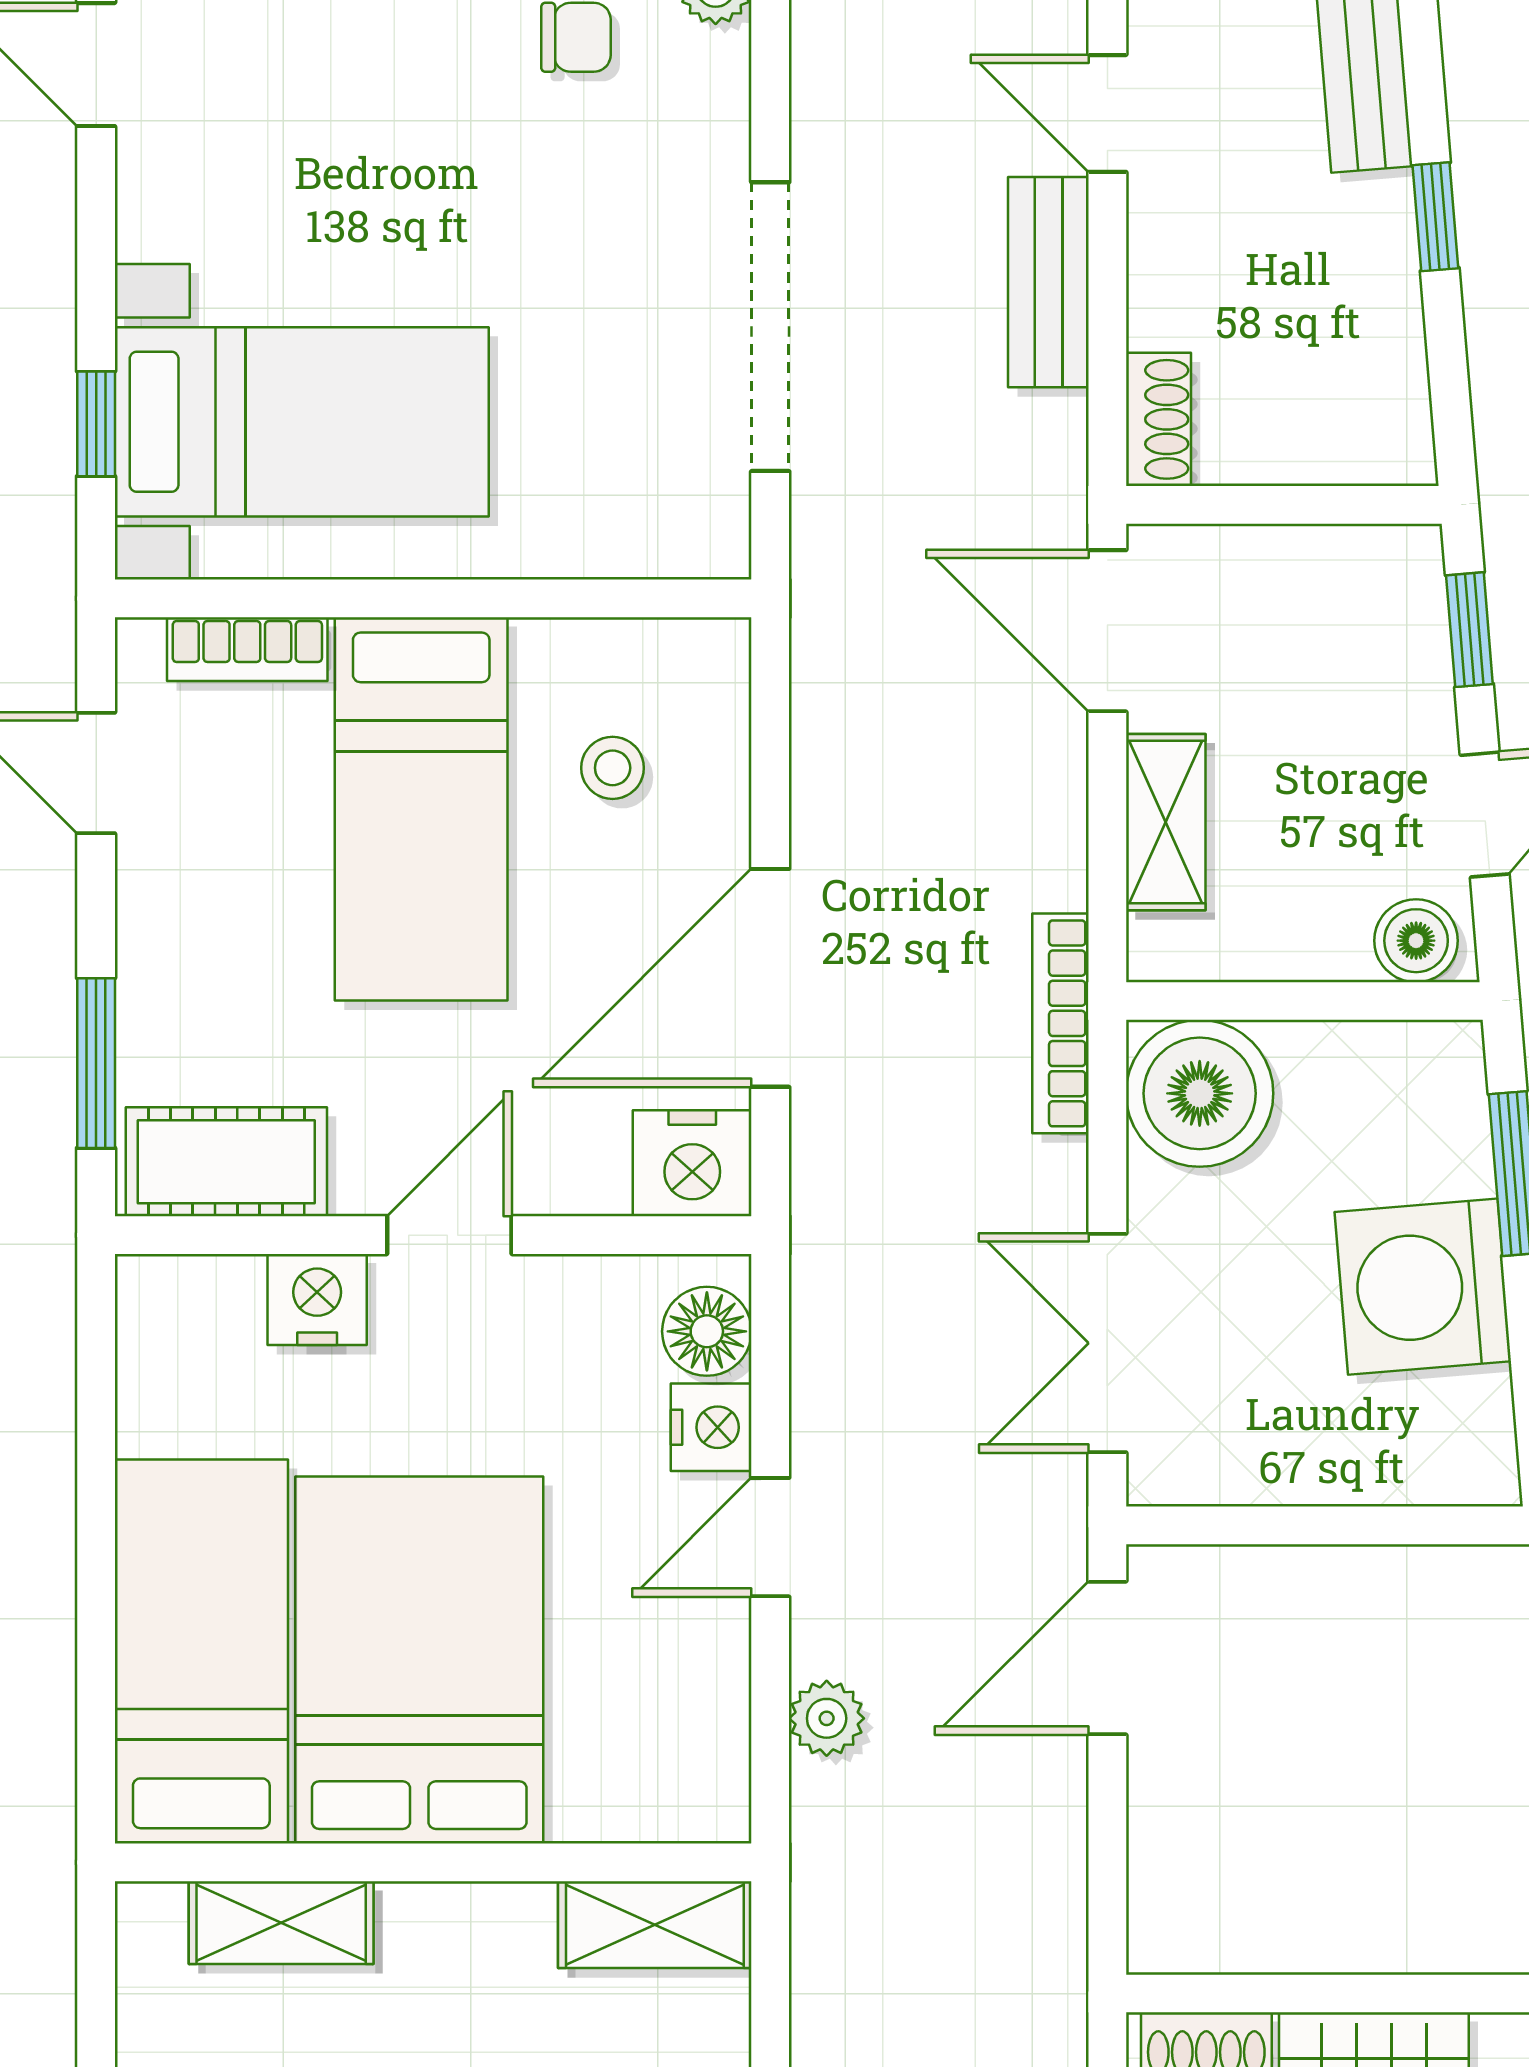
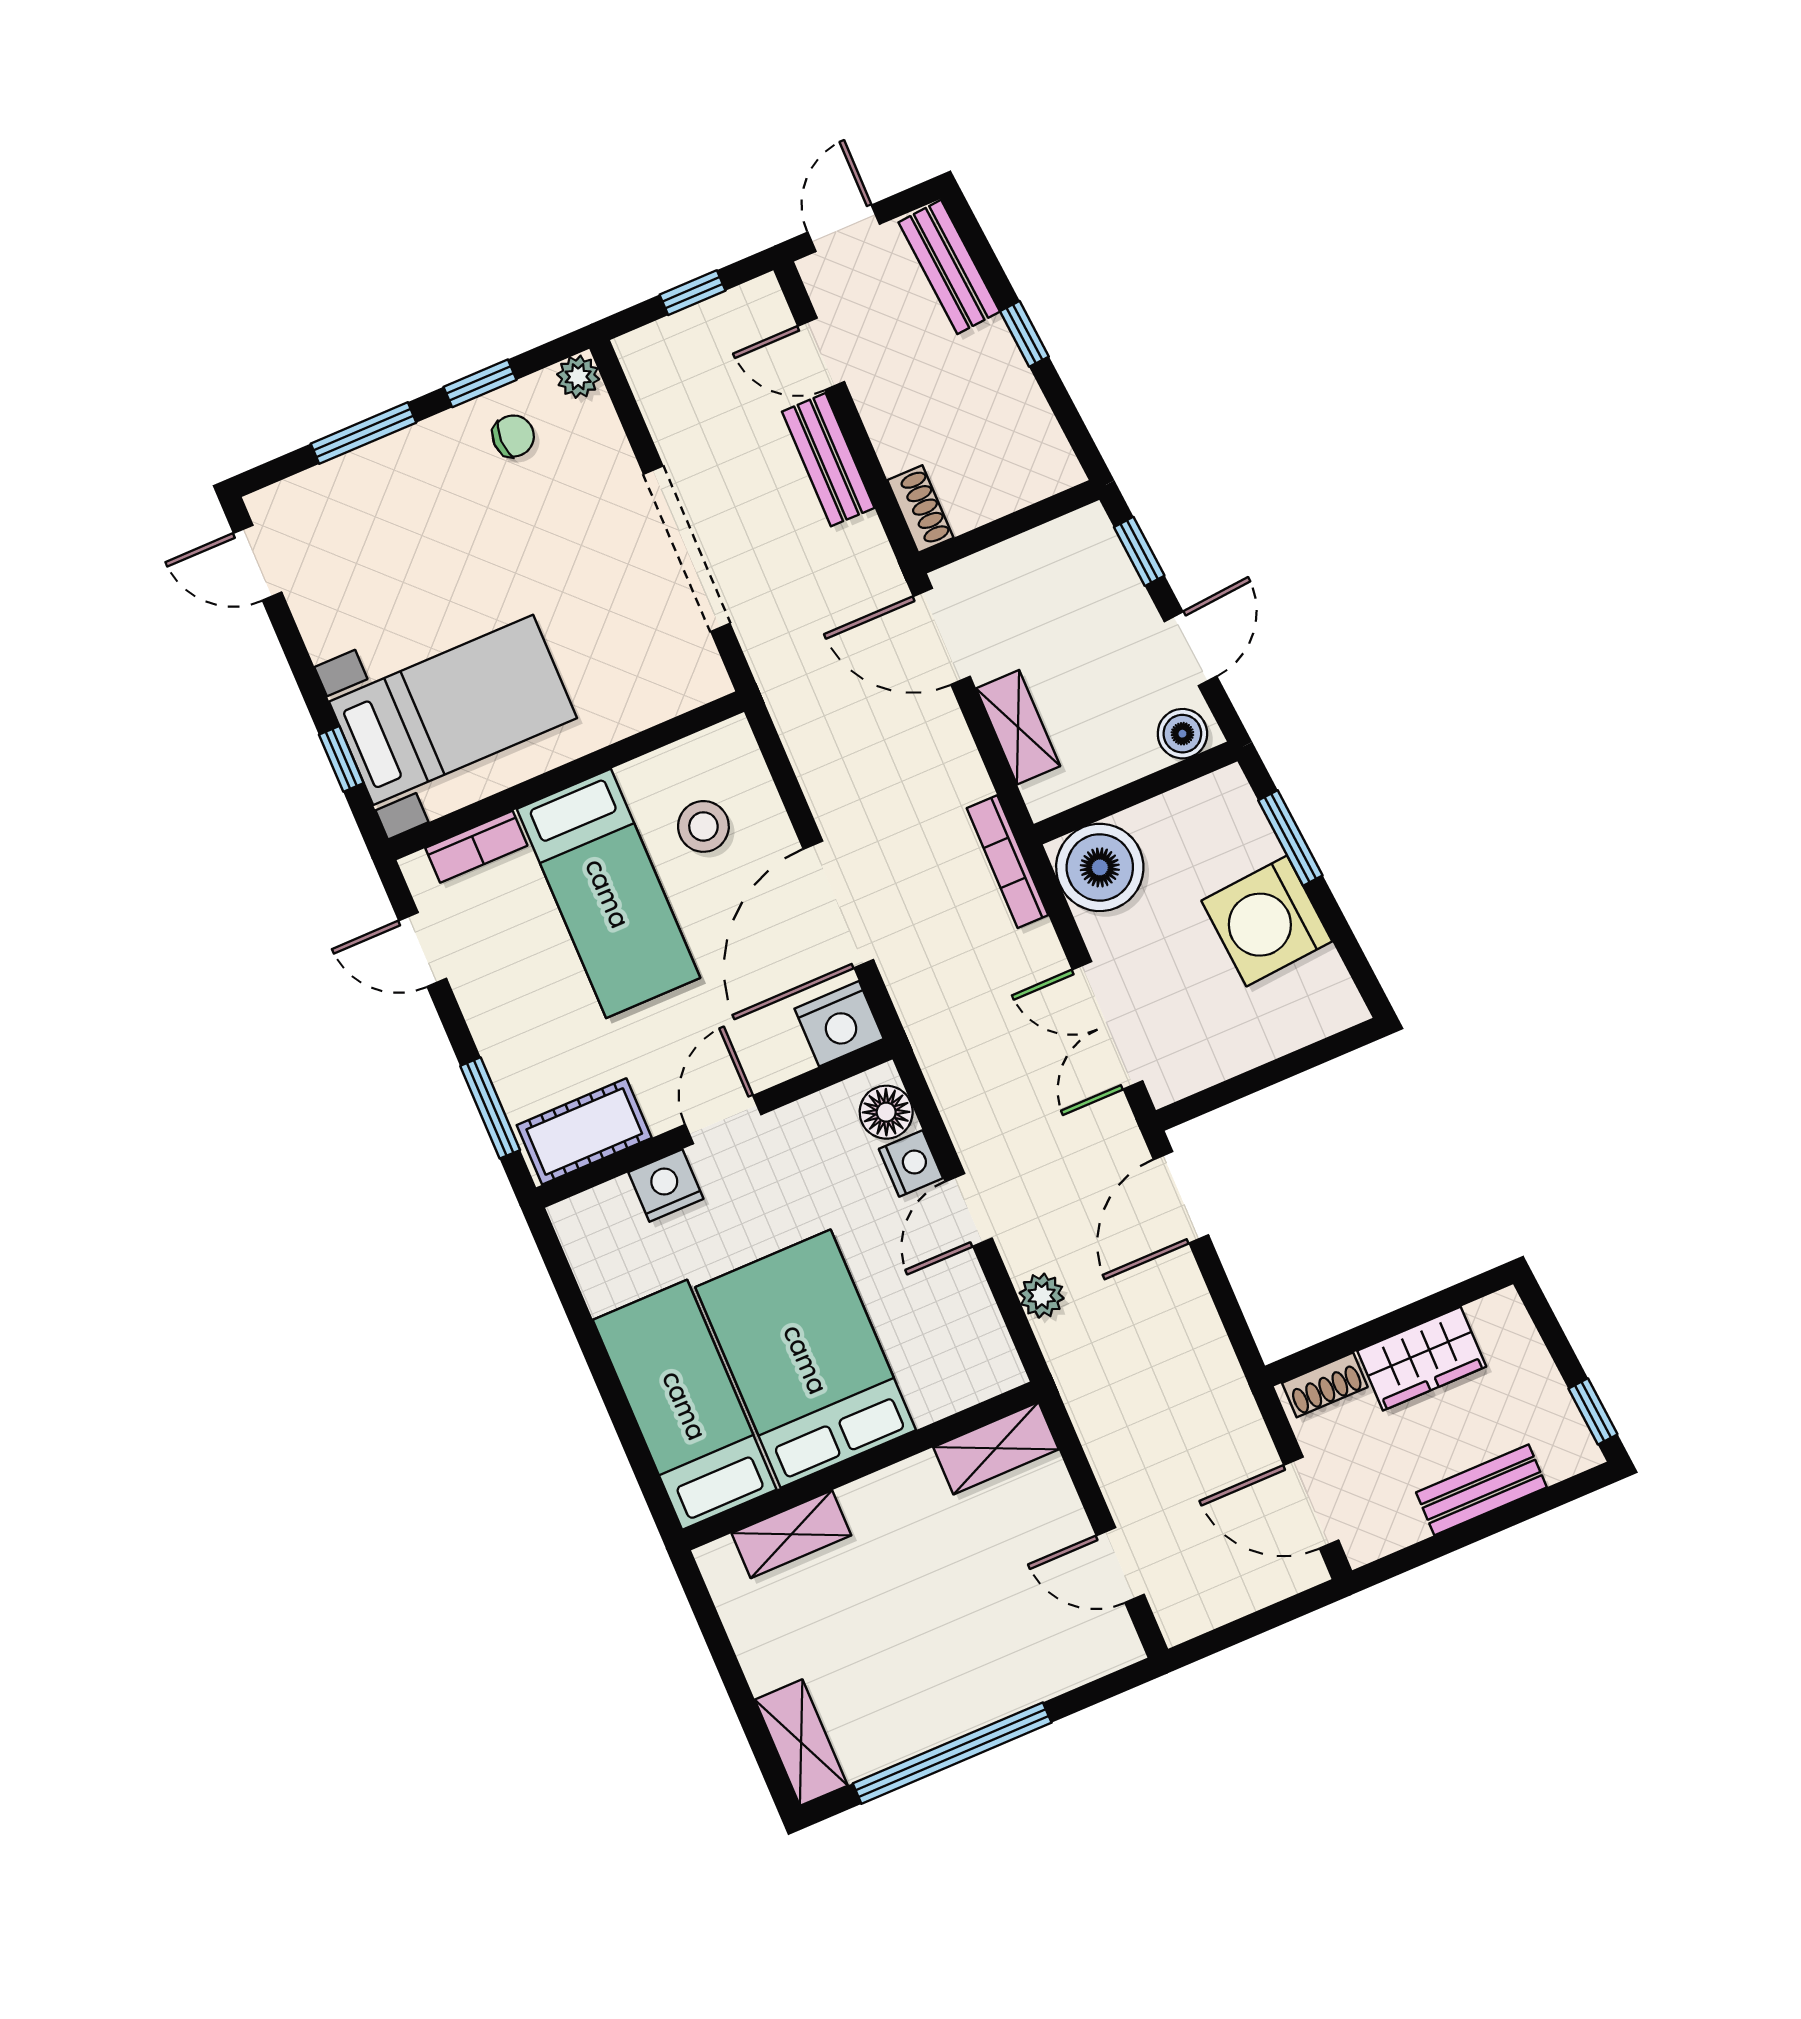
stool: (613, 768) -> (703, 826), width x1.37, depth x1.37

